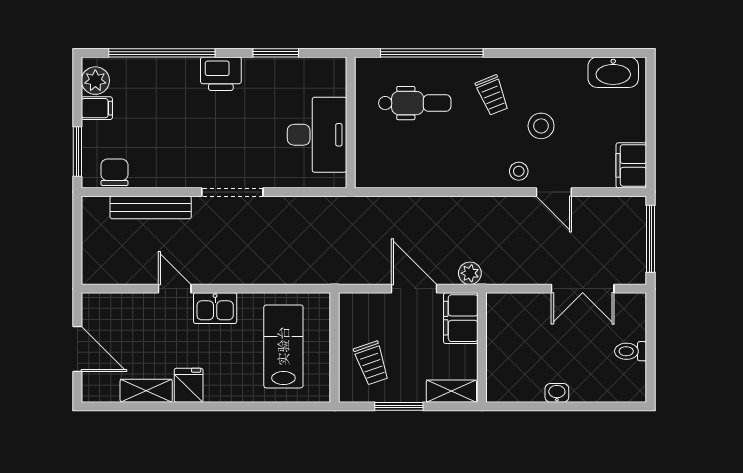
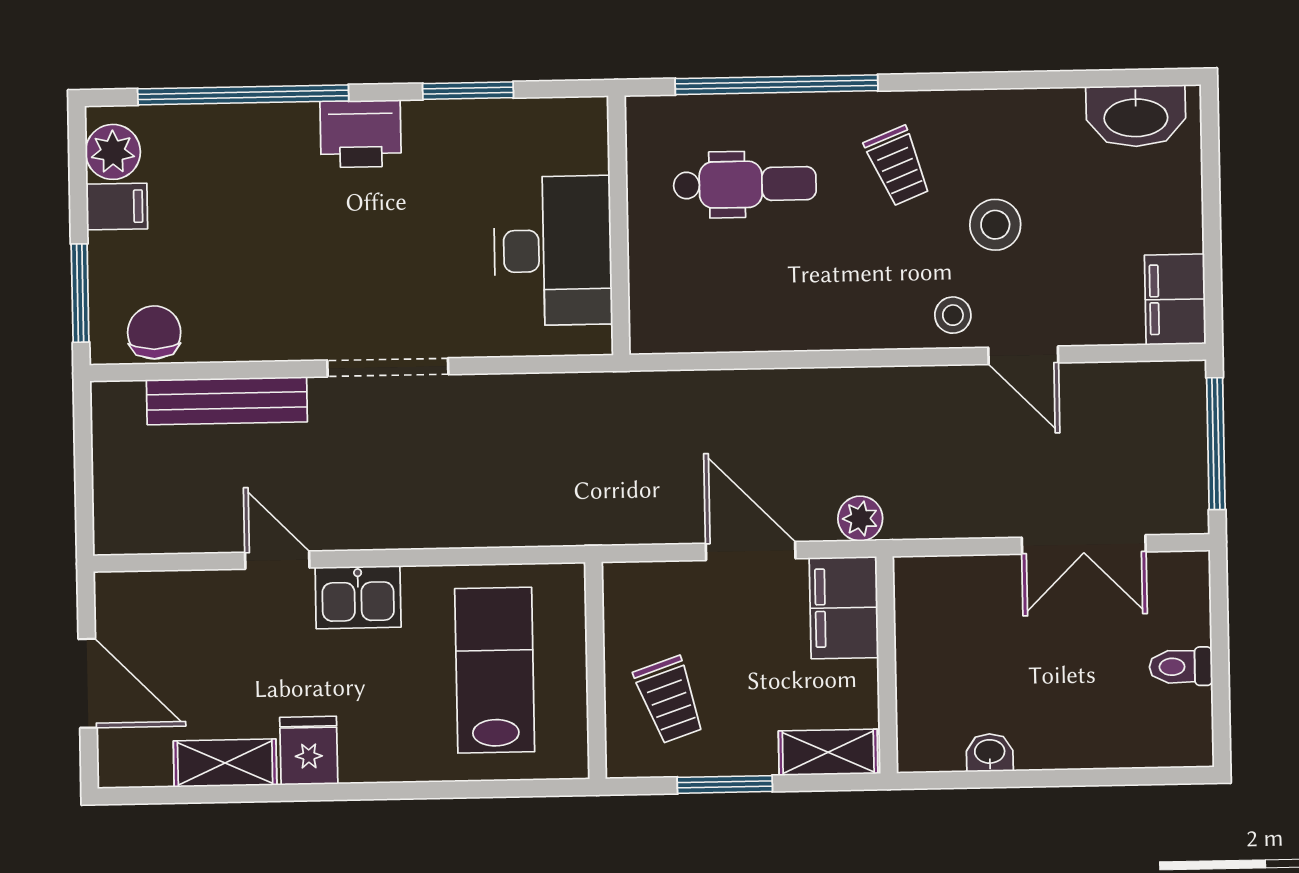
washbasin: (557, 393) -> (990, 753), moved

